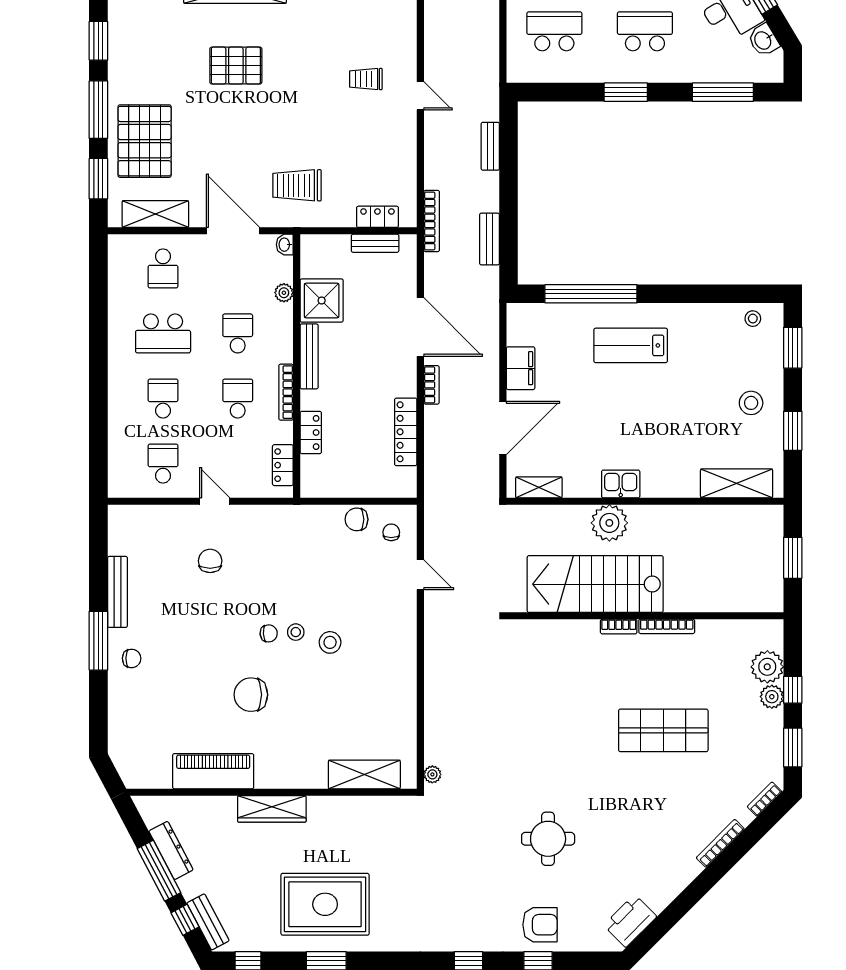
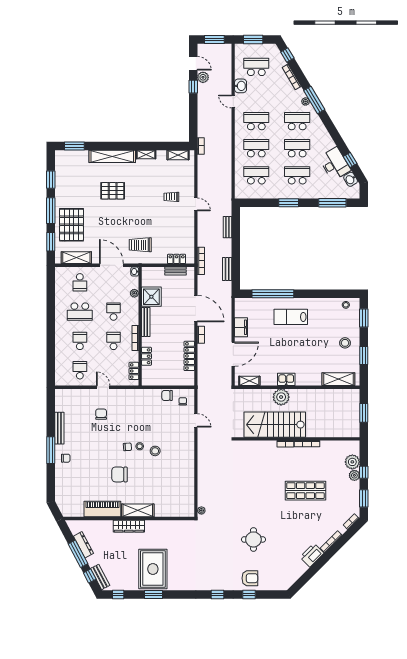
shelving: (364, 774) -> (138, 510), moved
rug: (325, 904) -> (153, 569), turned 90
printer: (630, 921) -> (312, 555), moved

